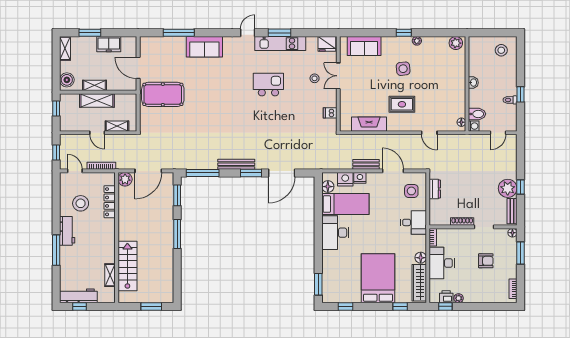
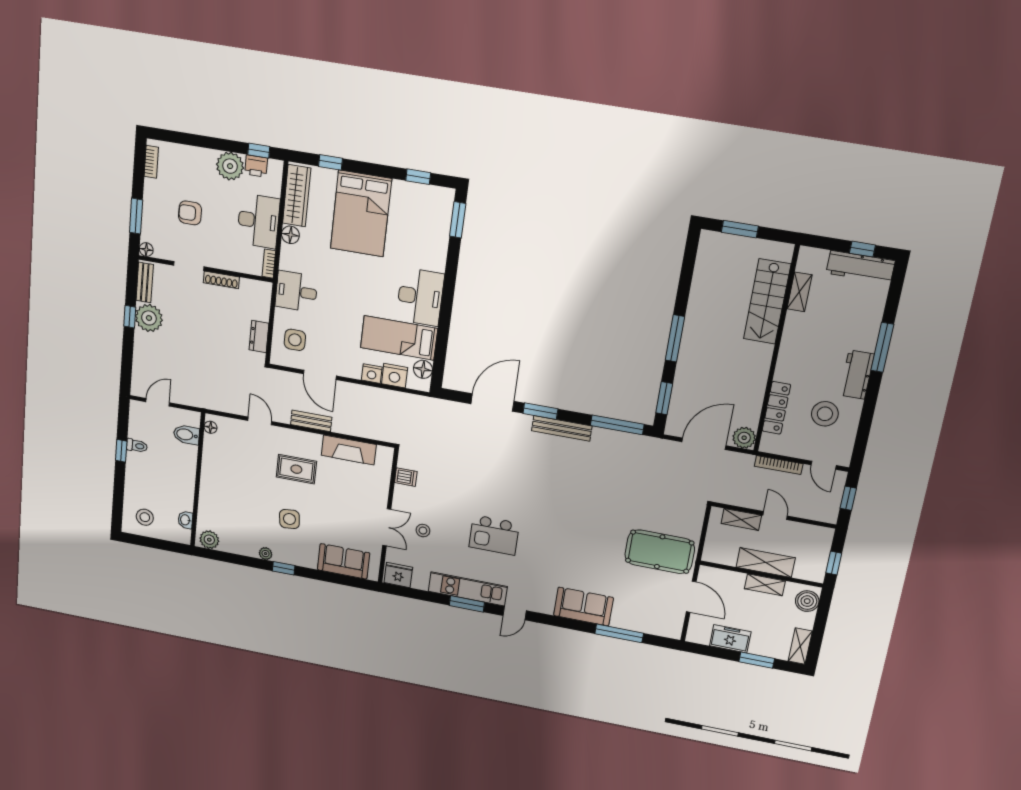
washbasin: (473, 83) -> (185, 520), moved
washing machine: (474, 126) -> (193, 418), removed
bench: (366, 164) -> (311, 421), moved
plant: (459, 298) -> (230, 166), width x1.88, depth x1.88

